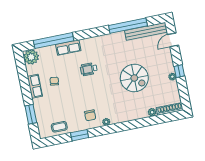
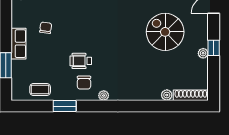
wheelchair: (89, 69) -> (81, 61), moved
spiral stairs: (134, 78) -> (165, 32), moved, turned 180
row of seats: (35, 86) -> (19, 44), moved

